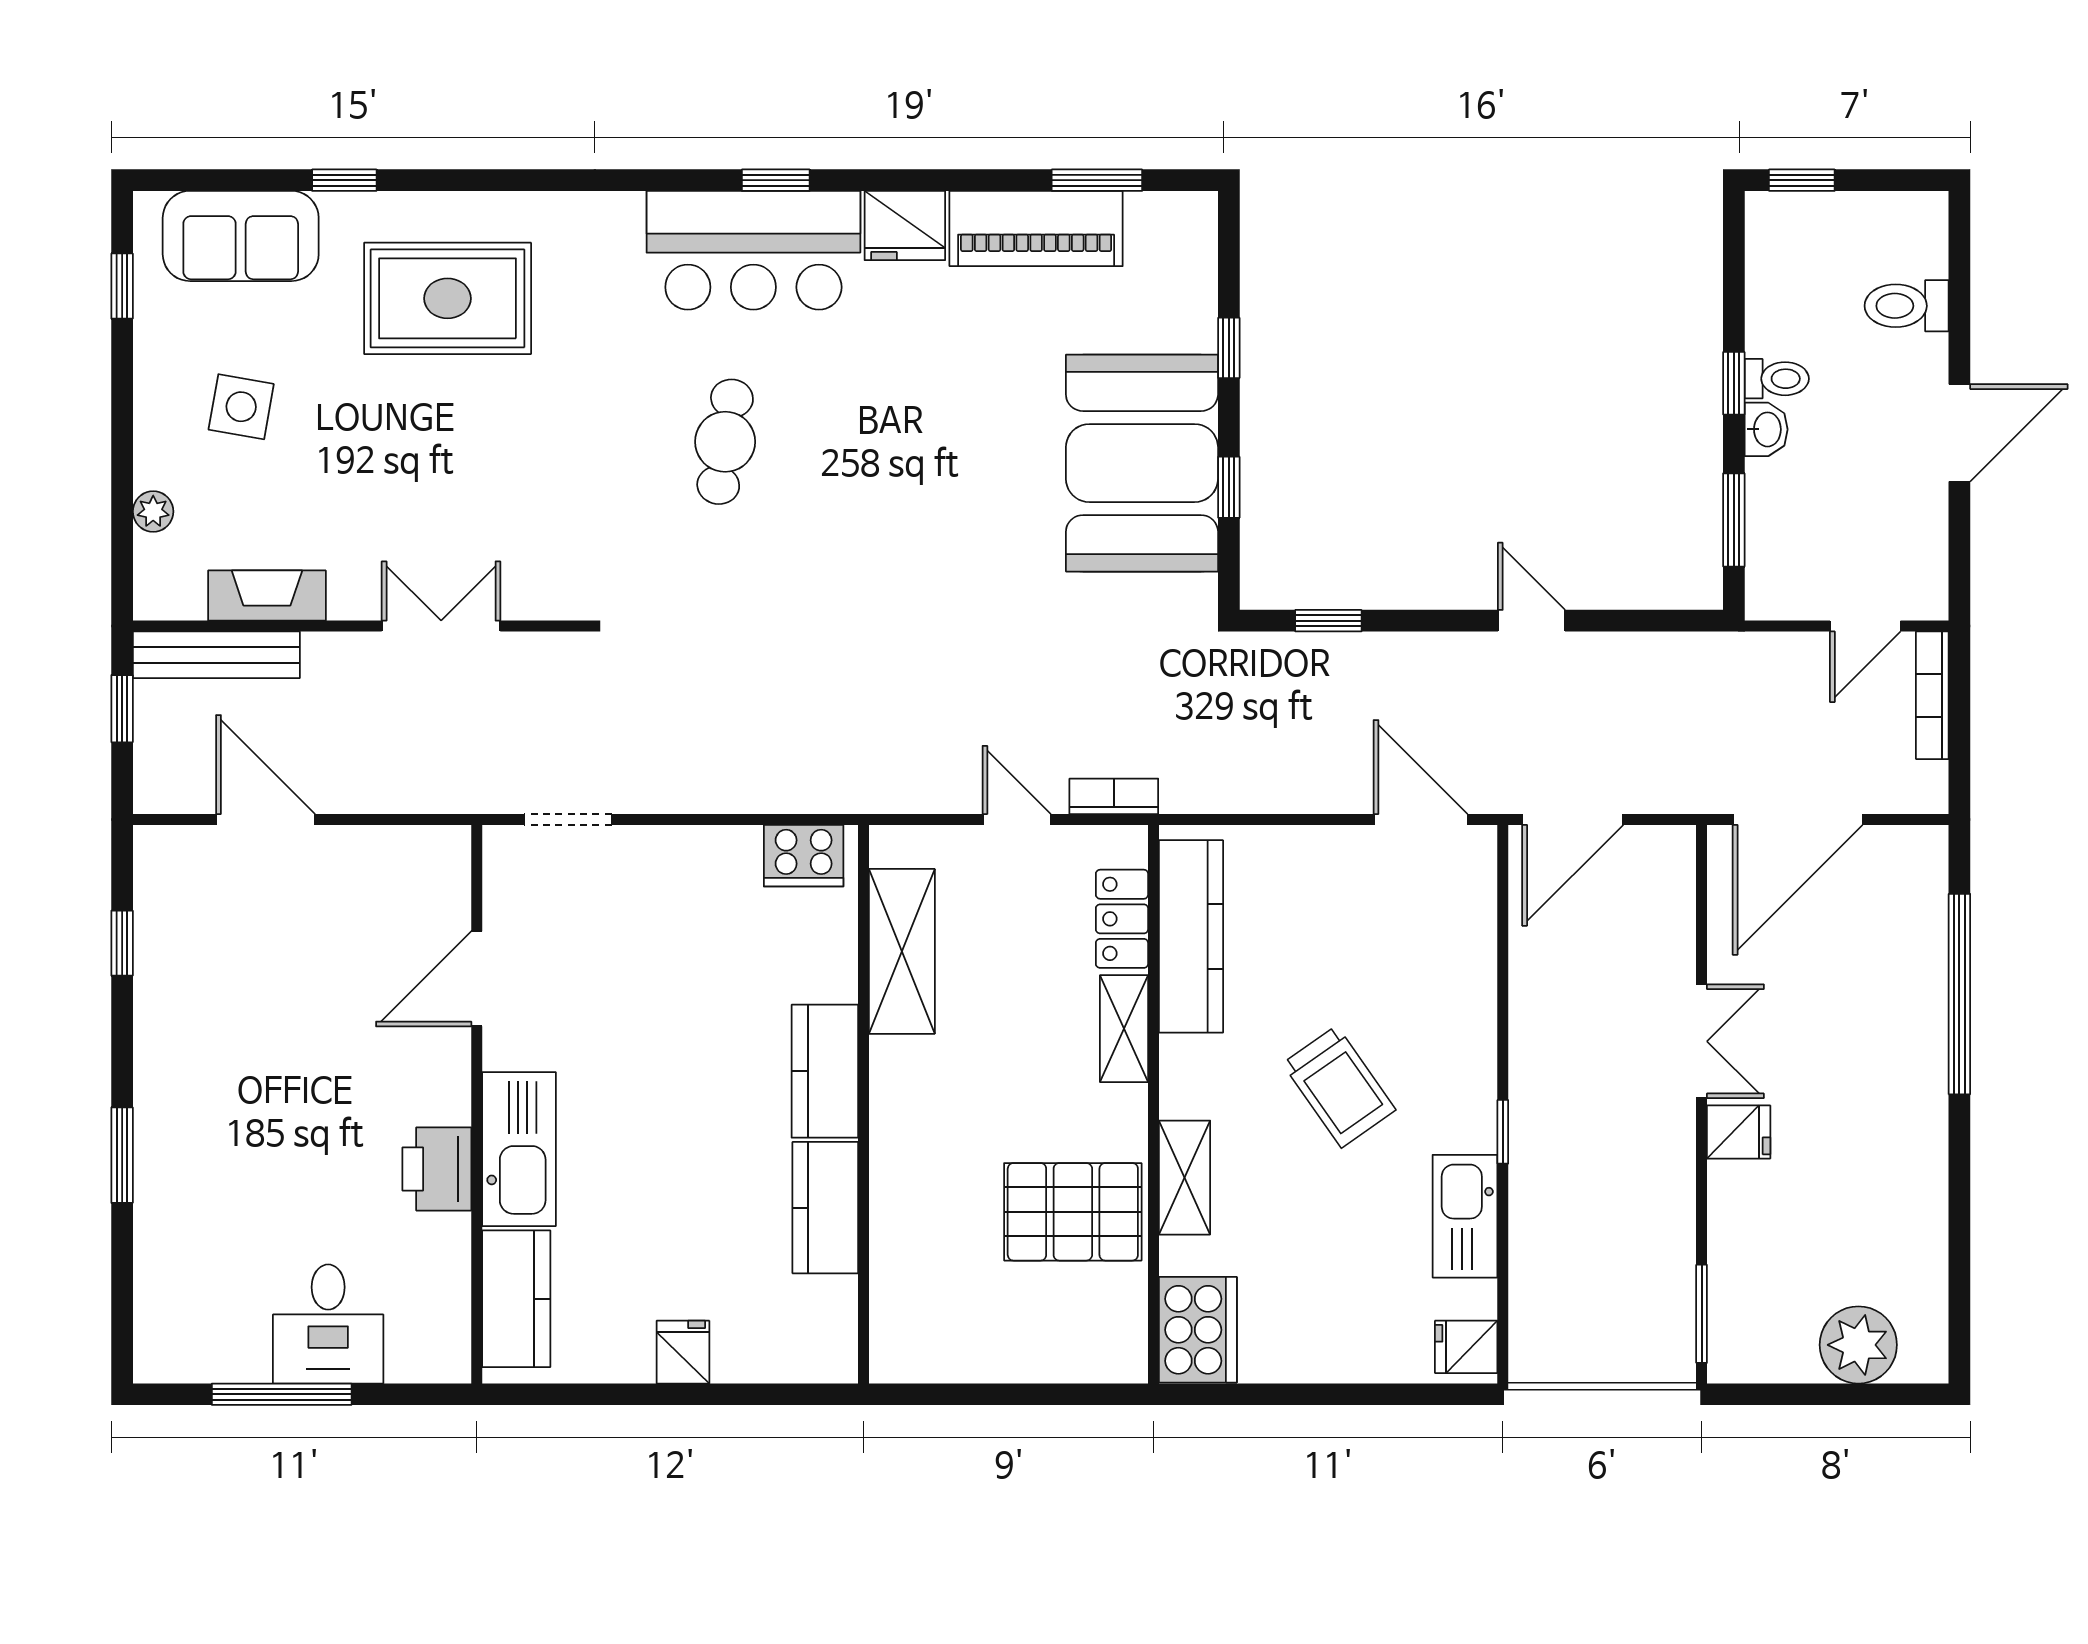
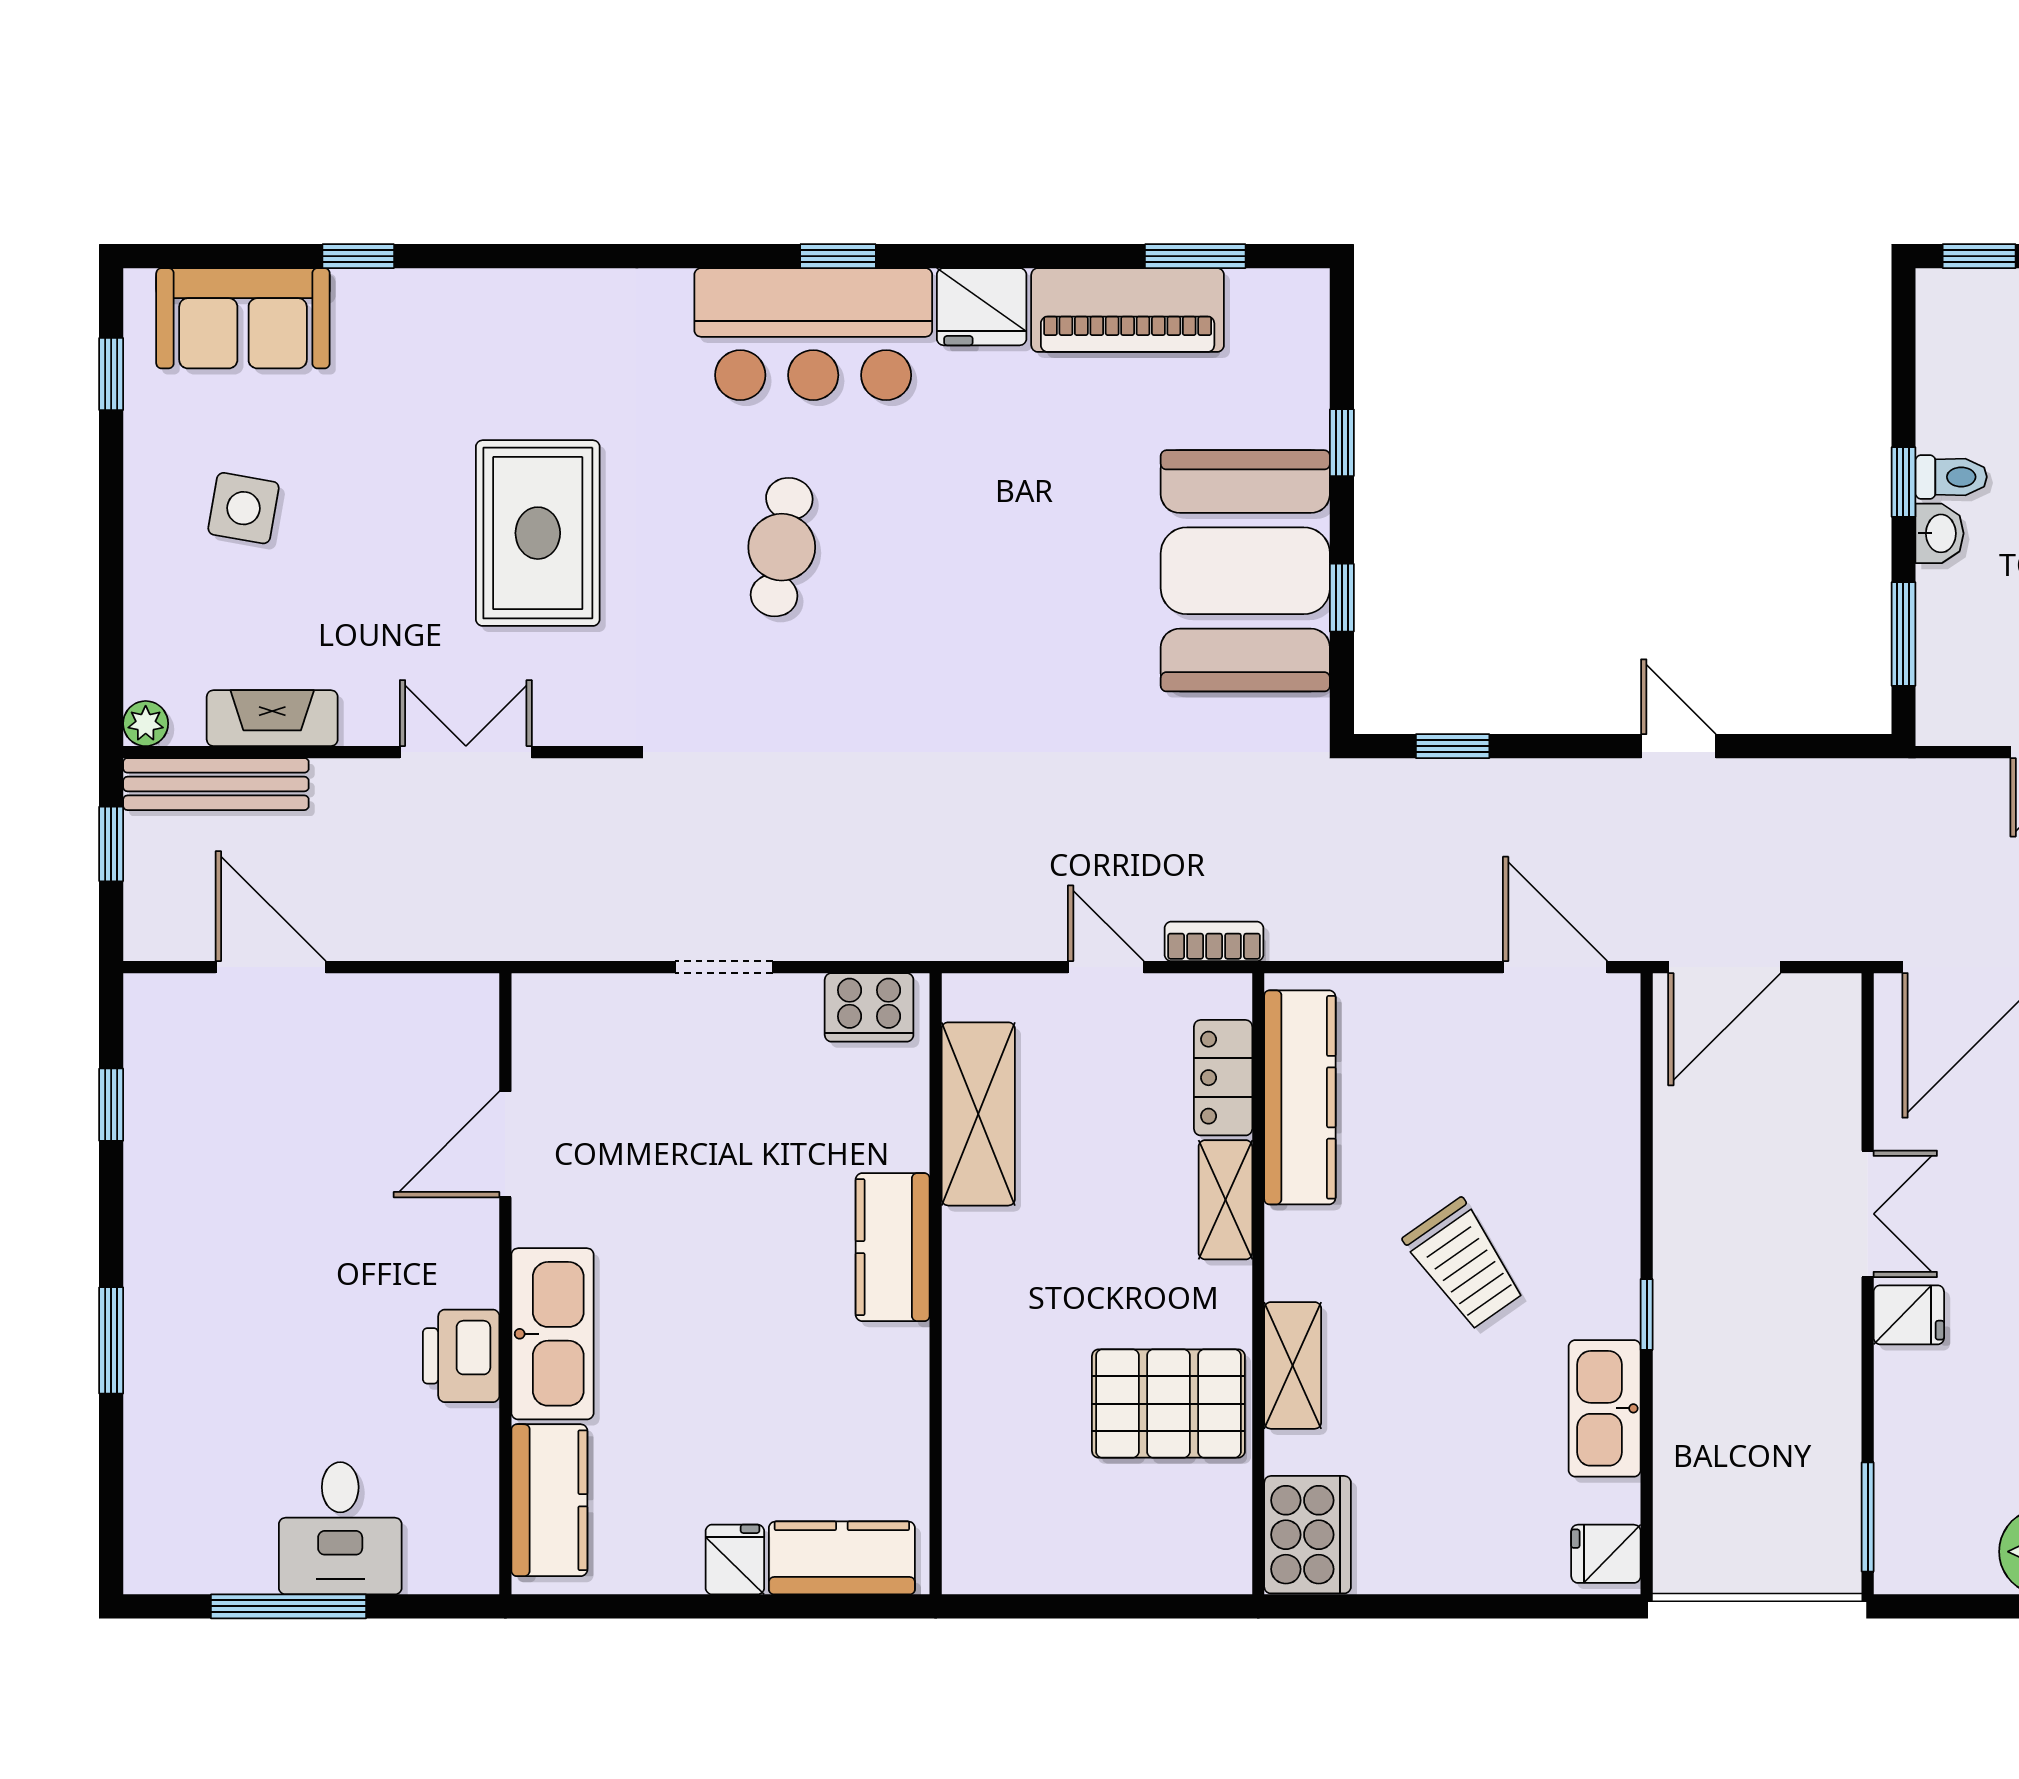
rug: (448, 298) -> (538, 533), moved, turned 90
plant: (153, 511) -> (146, 724), moved
doorway: (568, 819) -> (724, 967), moved
kitchen counter: (825, 1208) -> (842, 1558), moved, turned 90

